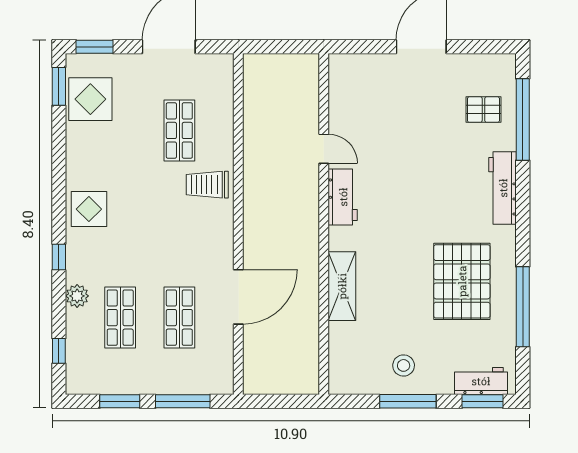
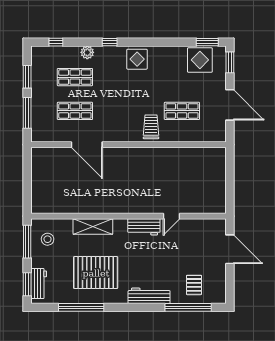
door: (324, 149) -> (172, 216), moved
workbench: (343, 197) -> (144, 227), moved
wall: (324, 224) -> (128, 216), moved
shelving: (342, 286) -> (93, 226), moved

